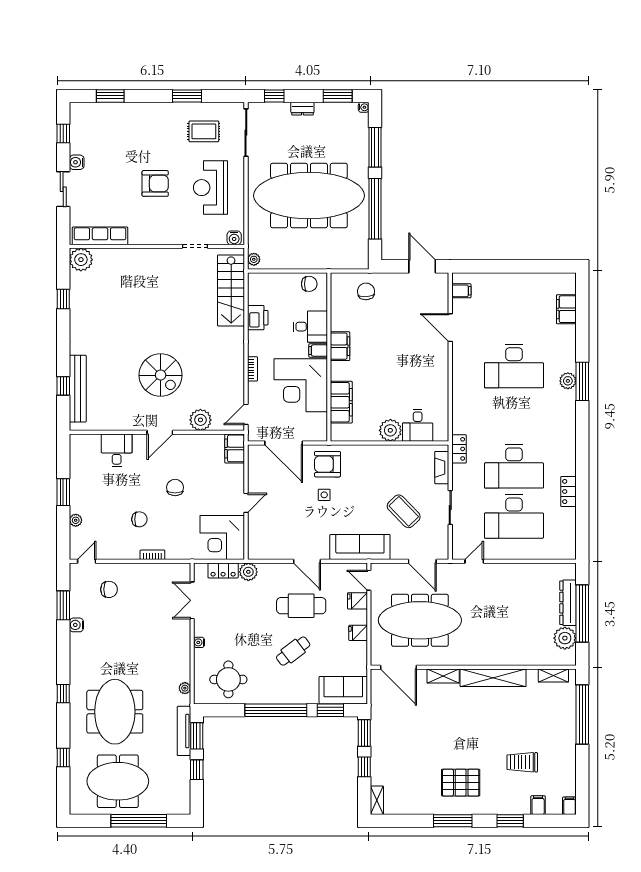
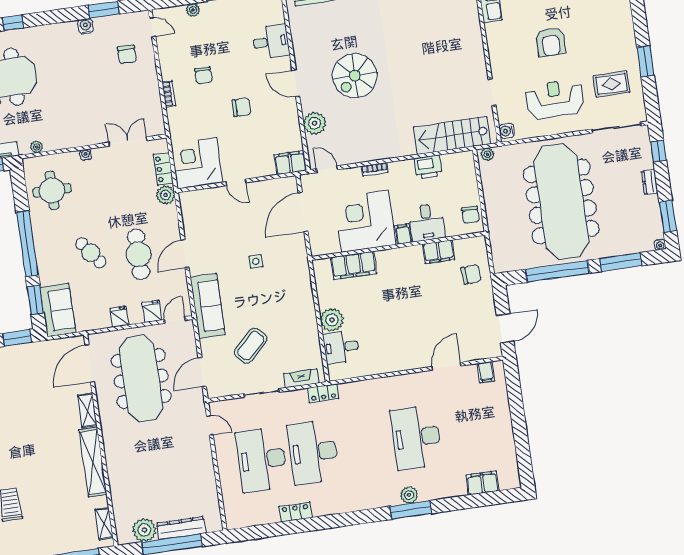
rug: (204, 131) -> (612, 84), turned 90
filing cabinet: (340, 346) -> (439, 252), moved
armchair: (328, 464) -> (288, 260), removed

